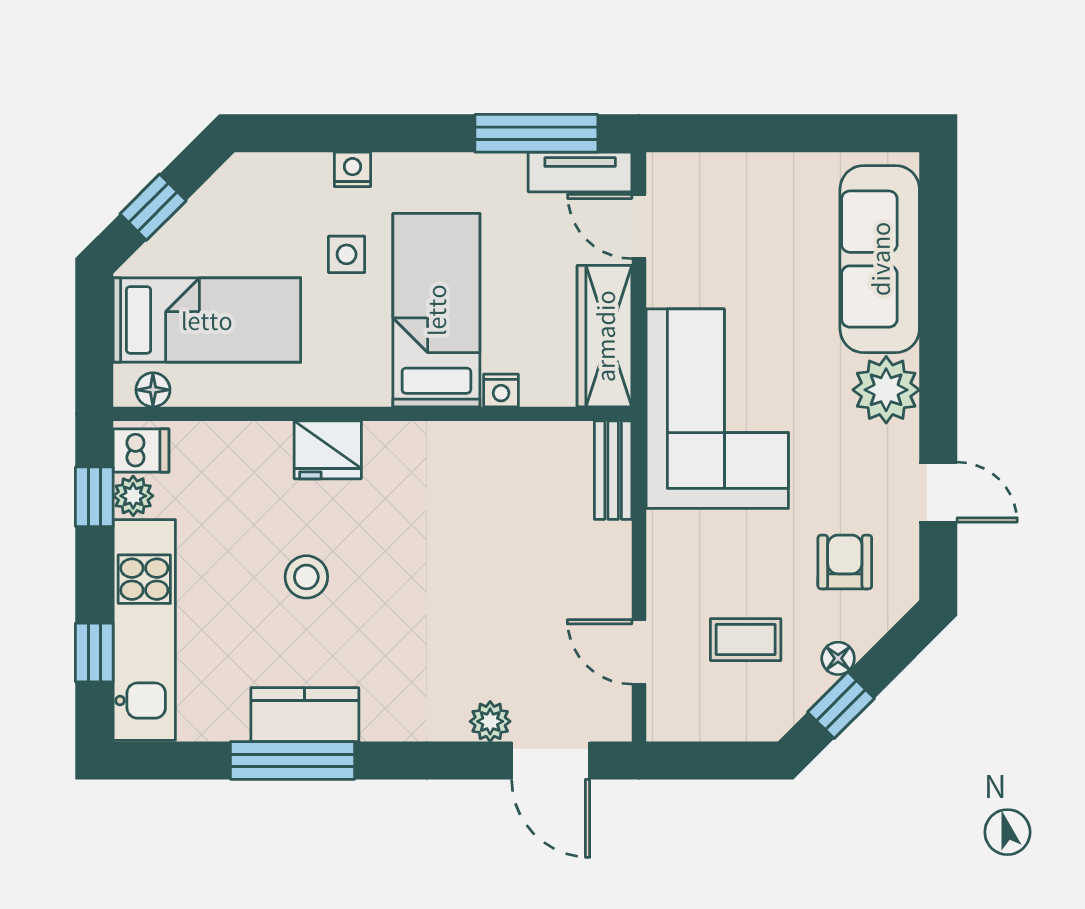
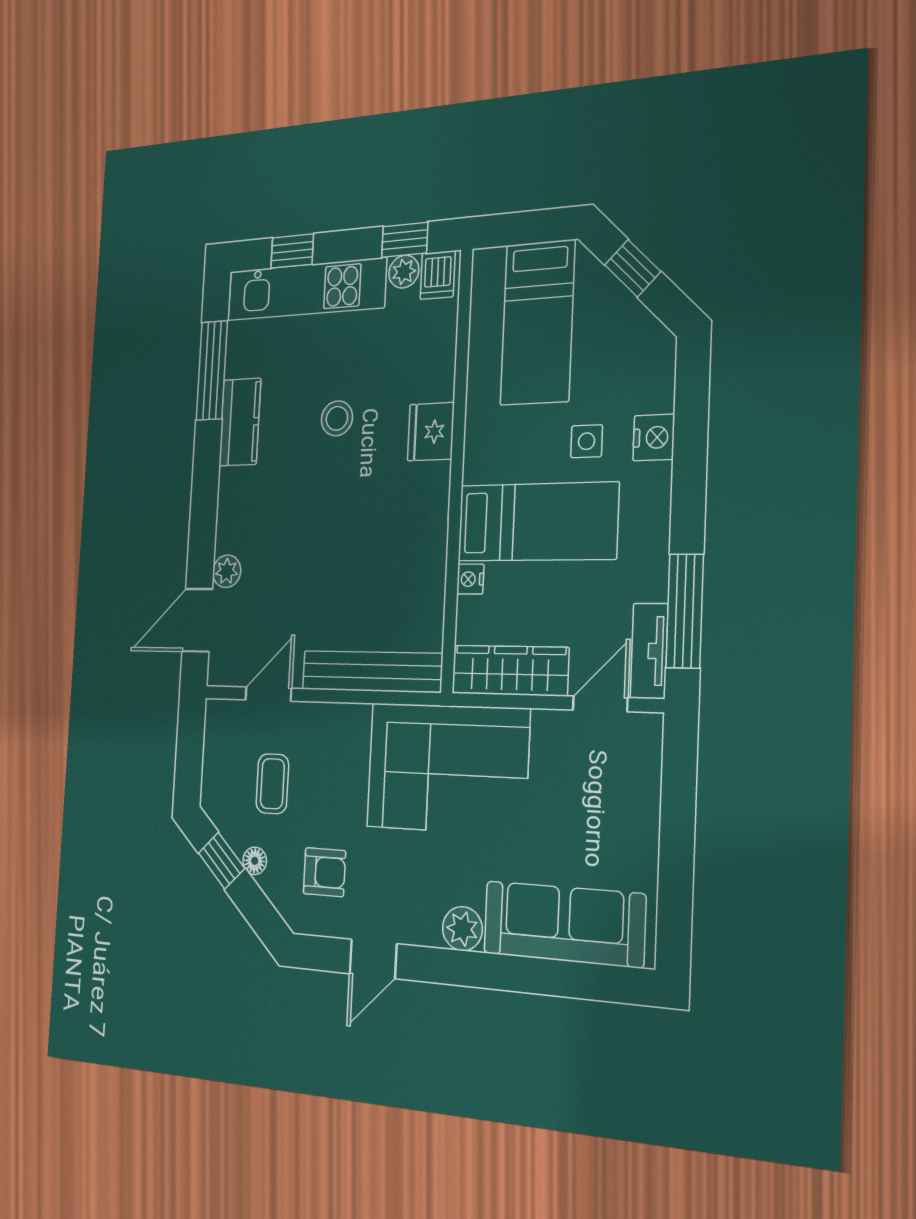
nightstand: (353, 169) -> (654, 437), width x1.39, depth x1.35
floor lamp: (153, 390) -> (484, 281), removed
plant: (886, 390) -> (462, 929), width x0.73, depth x0.73
bench: (613, 470) -> (372, 671), width x1.86, depth x1.21
window: (293, 760) -> (212, 370), moved

